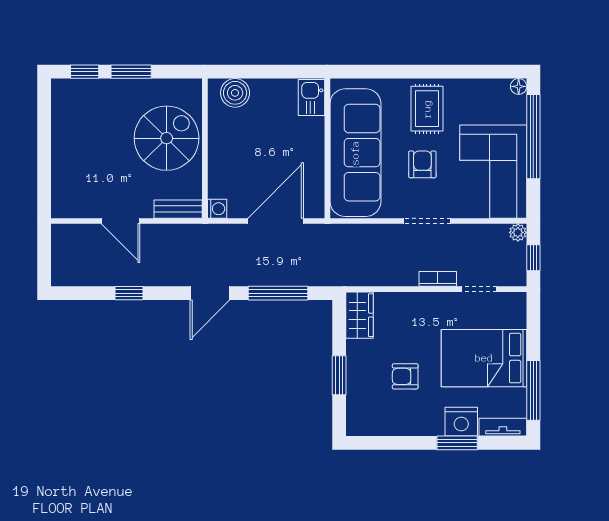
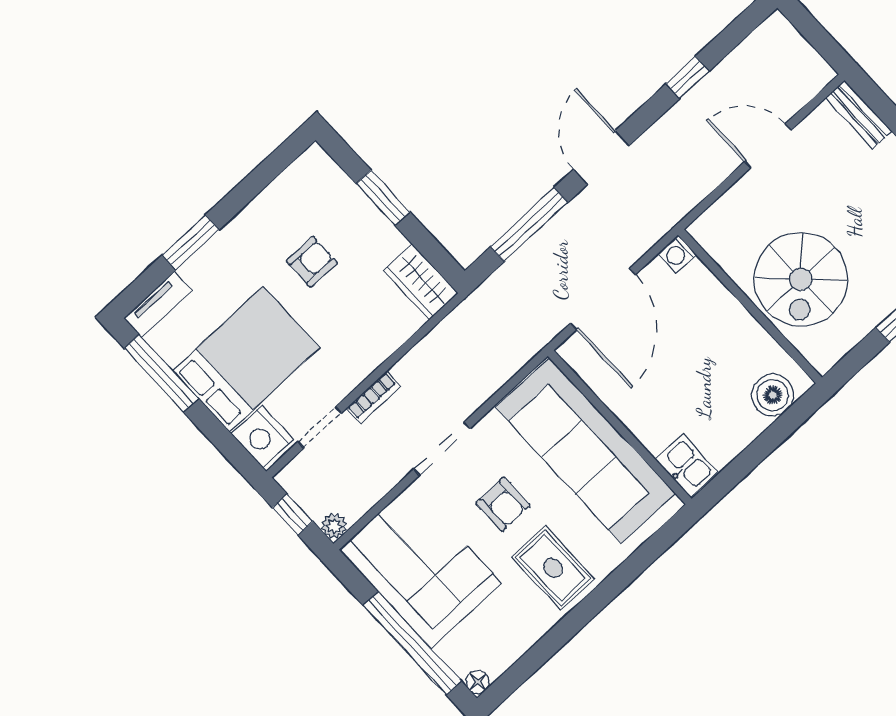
bench: (178, 209) -> (858, 115), moved, turned 90
nightstand: (461, 422) -> (262, 437), moved, turned -90

